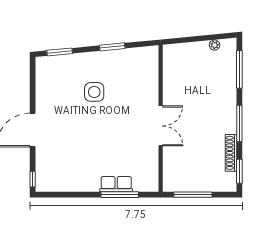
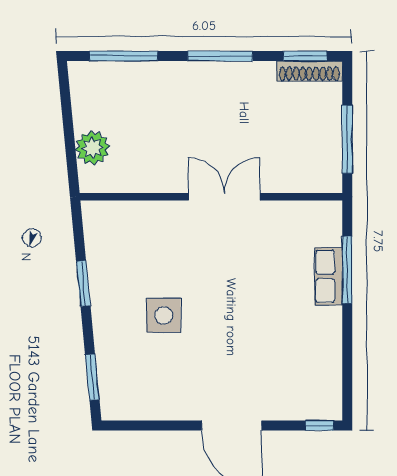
plant: (215, 45) -> (93, 148), moved, width x1.88, depth x1.88
shoe rack: (231, 153) -> (309, 71), moved

